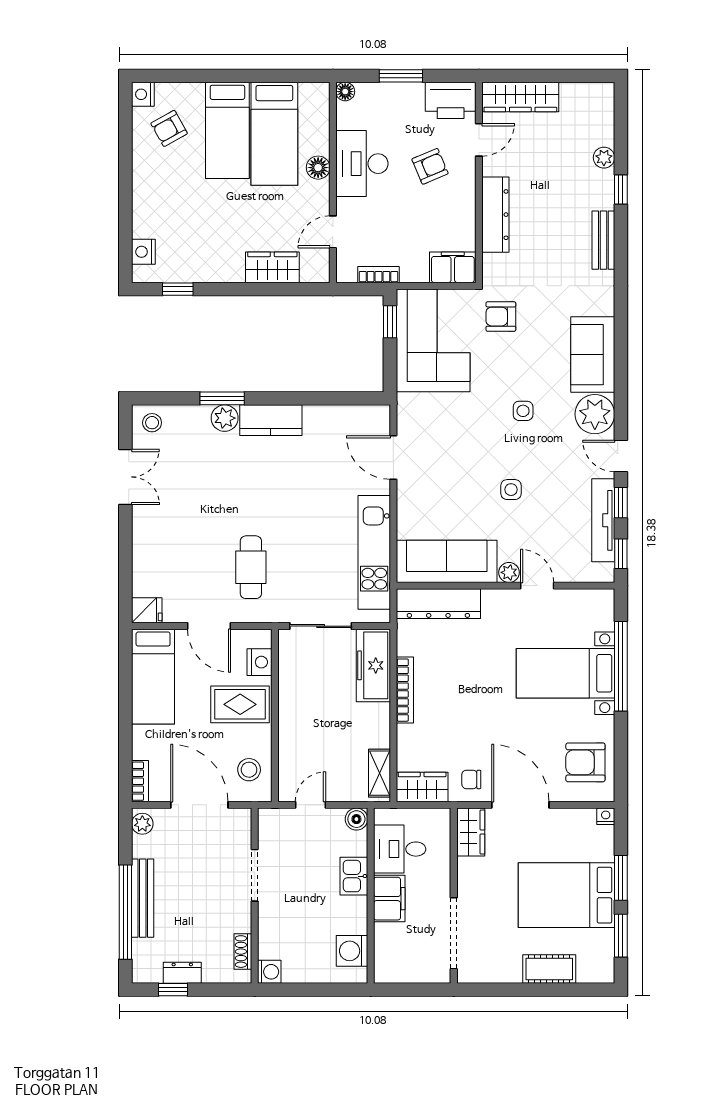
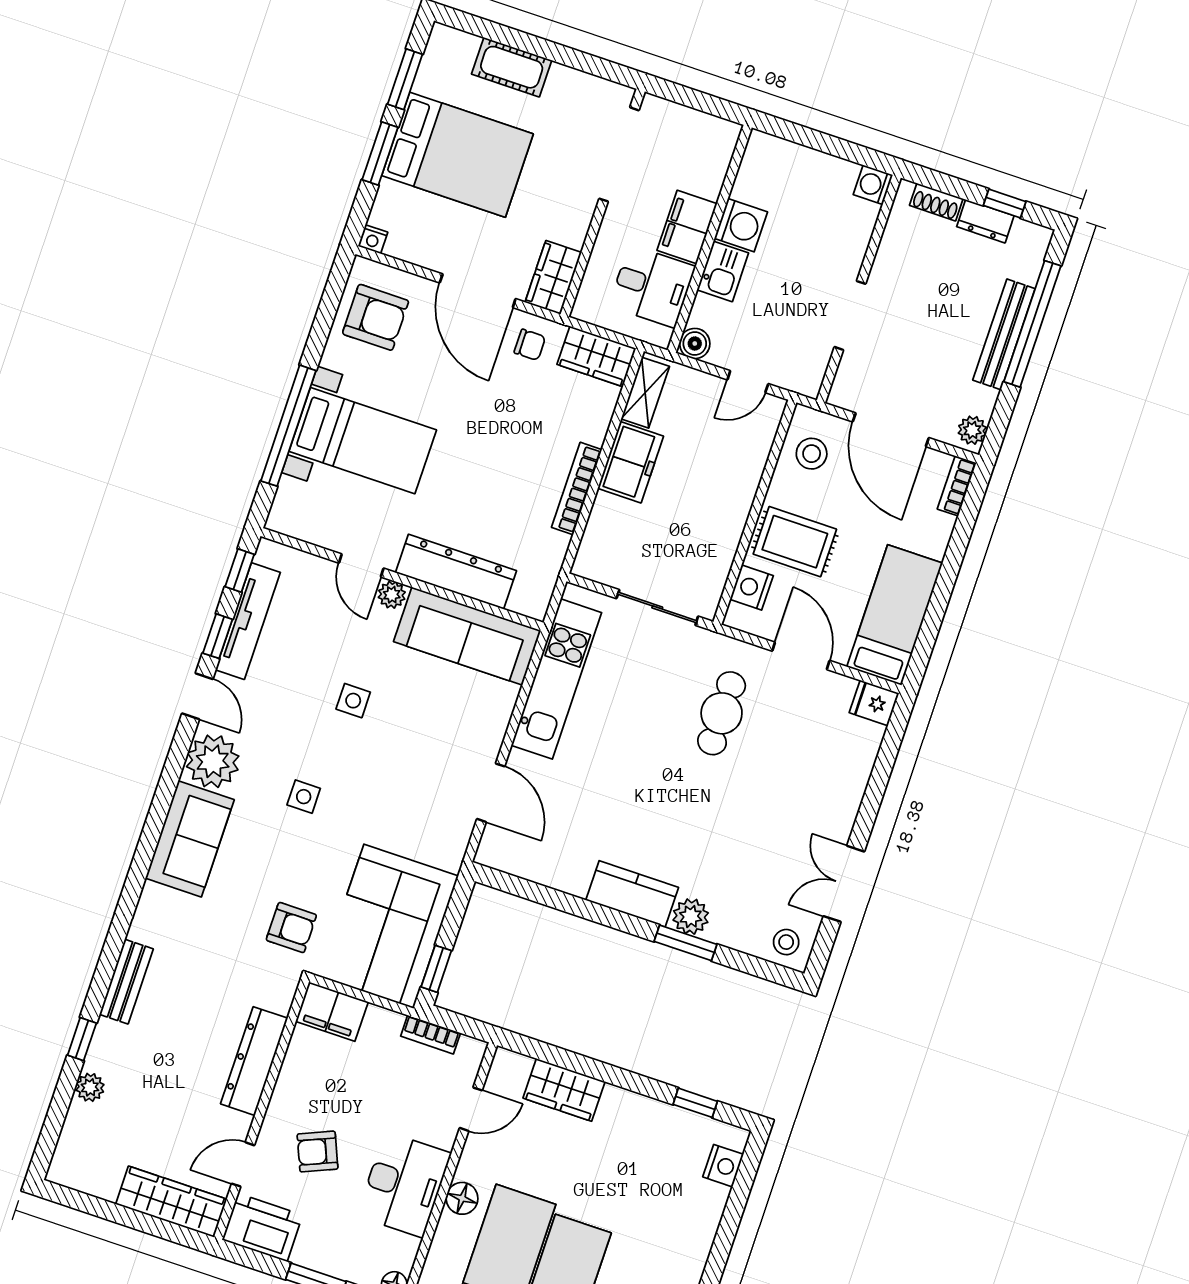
dresser: (438, 604) -> (456, 572), moved
freezer: (373, 665) -> (631, 462), moved, width x0.71
washing machine: (352, 951) -> (741, 225), moved
shoe rack: (243, 952) -> (936, 202), moved, turned 90

